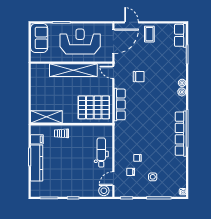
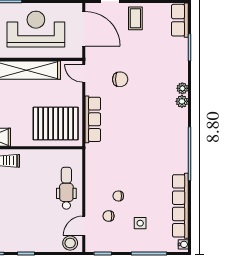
door: (113, 41) -> (84, 29), hinge flipped
row of seats: (181, 134) -> (180, 206), moved

